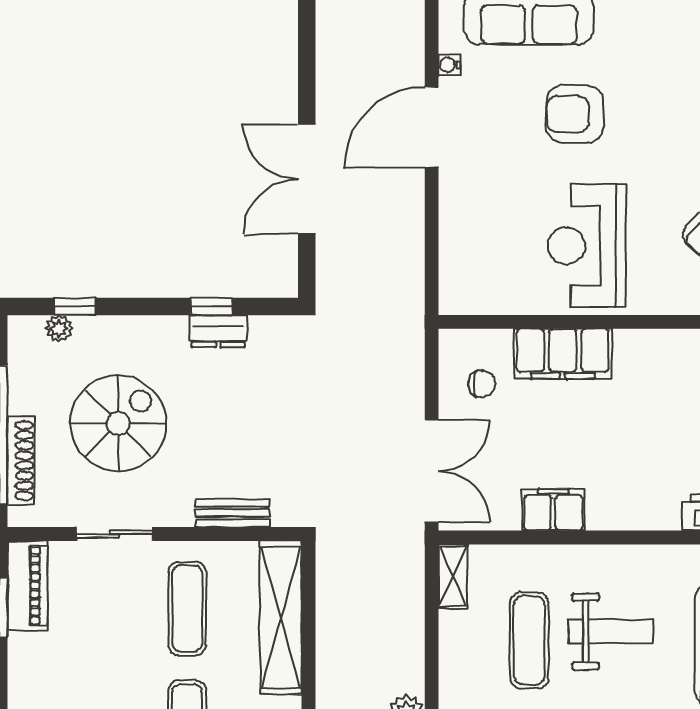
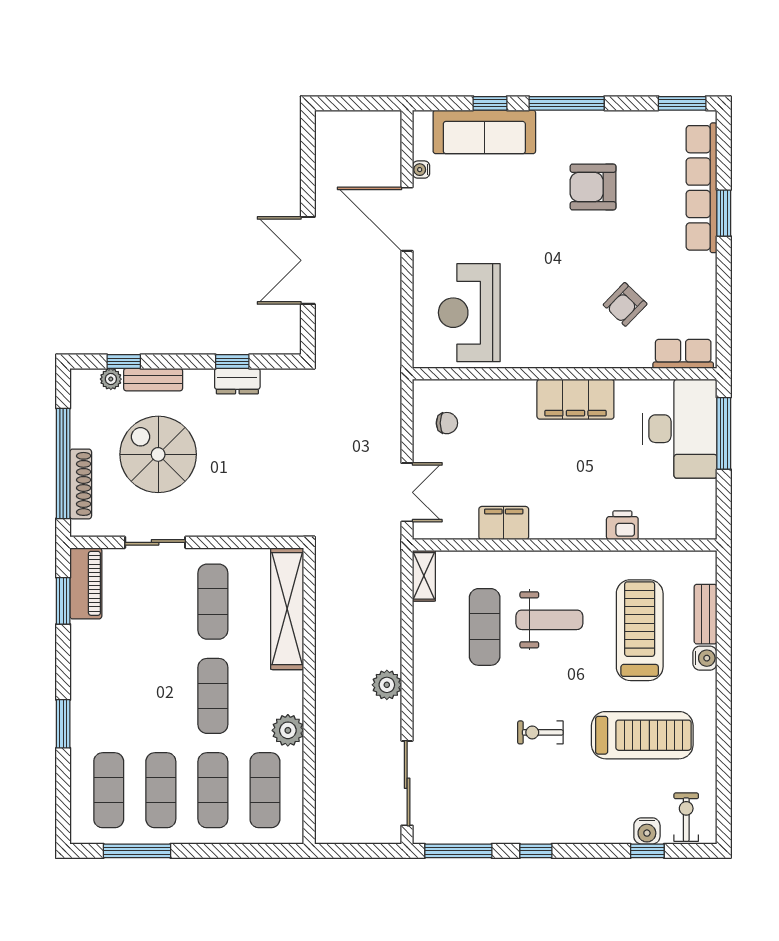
armchair: (575, 114) -> (593, 187), moved
door: (432, 127) -> (407, 219), hinge flipped
reception desk: (587, 246) -> (469, 313), moved
filing cabinet: (563, 354) -> (575, 399), moved
spiral stairs: (118, 423) -> (158, 454), turned -90
double door: (432, 471) -> (407, 492), width x0.73
bench: (232, 513) -> (153, 380), moved

